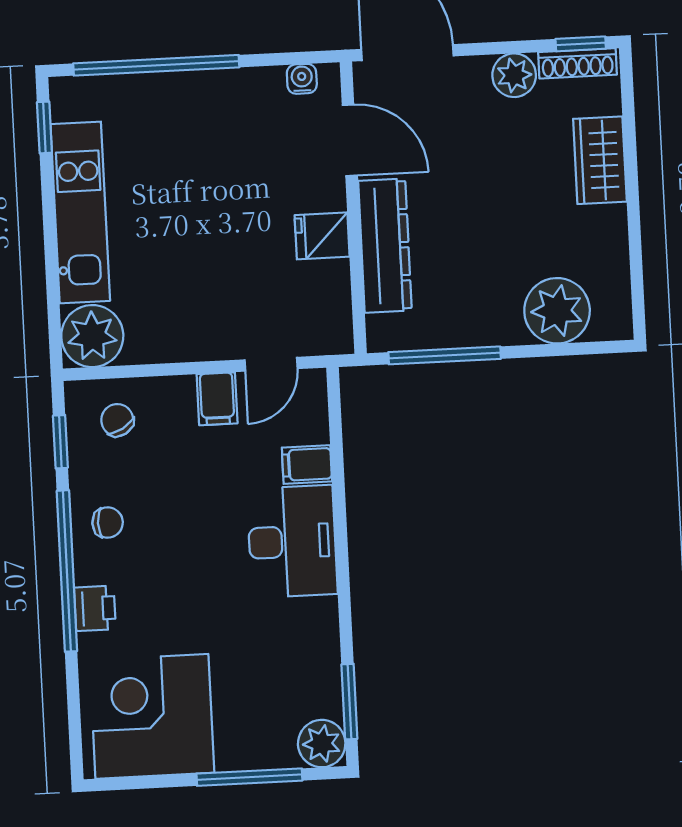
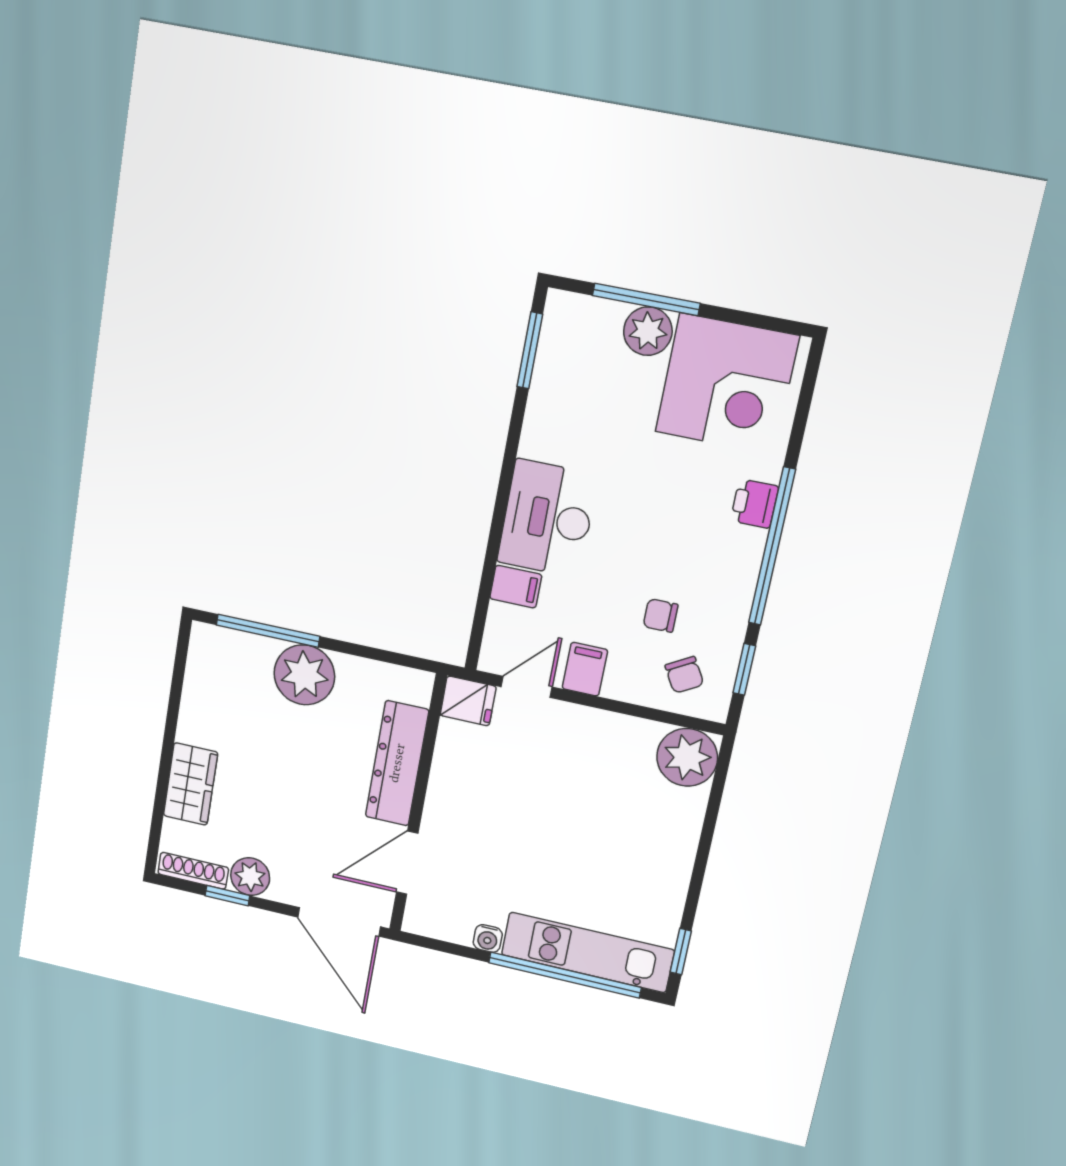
window: (581, 44) -> (227, 896), moved
water cooler: (302, 79) -> (488, 938), moved
door: (350, 140) -> (407, 863), hinge flipped
kitchen unit: (80, 212) -> (588, 952), moved, turned 90
fridge: (322, 236) -> (468, 701), moved
plant: (557, 311) -> (304, 675), moved
window: (445, 355) -> (268, 631), moved
chair: (108, 523) -> (661, 615), moved
plant: (322, 744) -> (648, 331), moved

